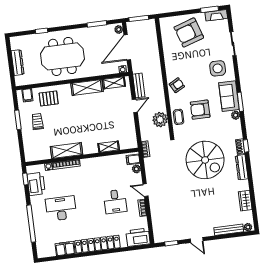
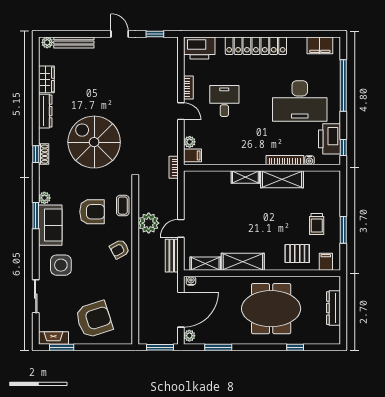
plant: (160, 120) -> (149, 223), moved
shelving: (109, 147) -> (245, 177), moved
dresser: (242, 167) -> (45, 111), moved
desk: (61, 208) -> (300, 101), width x1.36, depth x1.30
filing cabinet: (65, 248) -> (320, 45), moved

